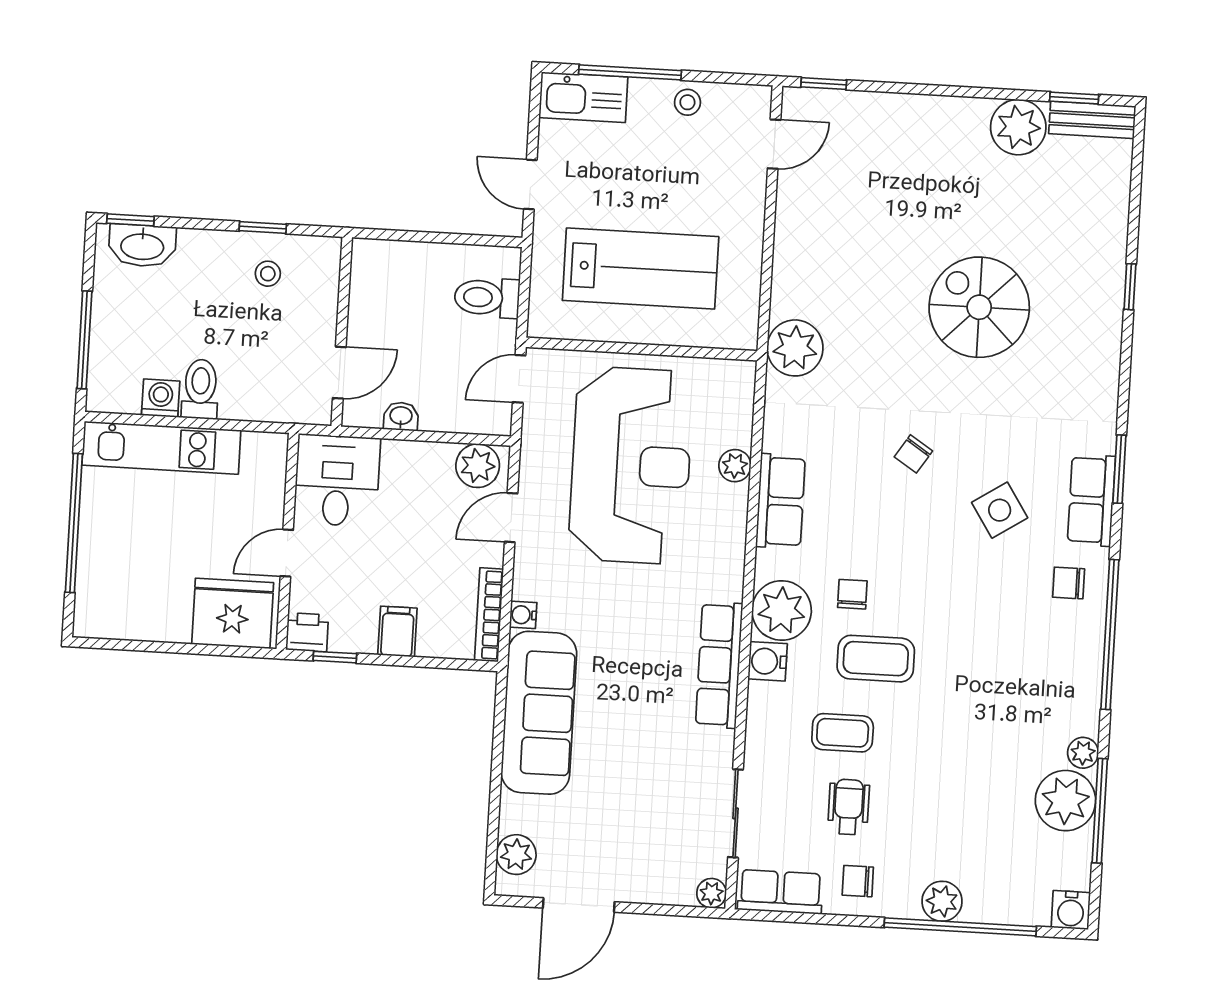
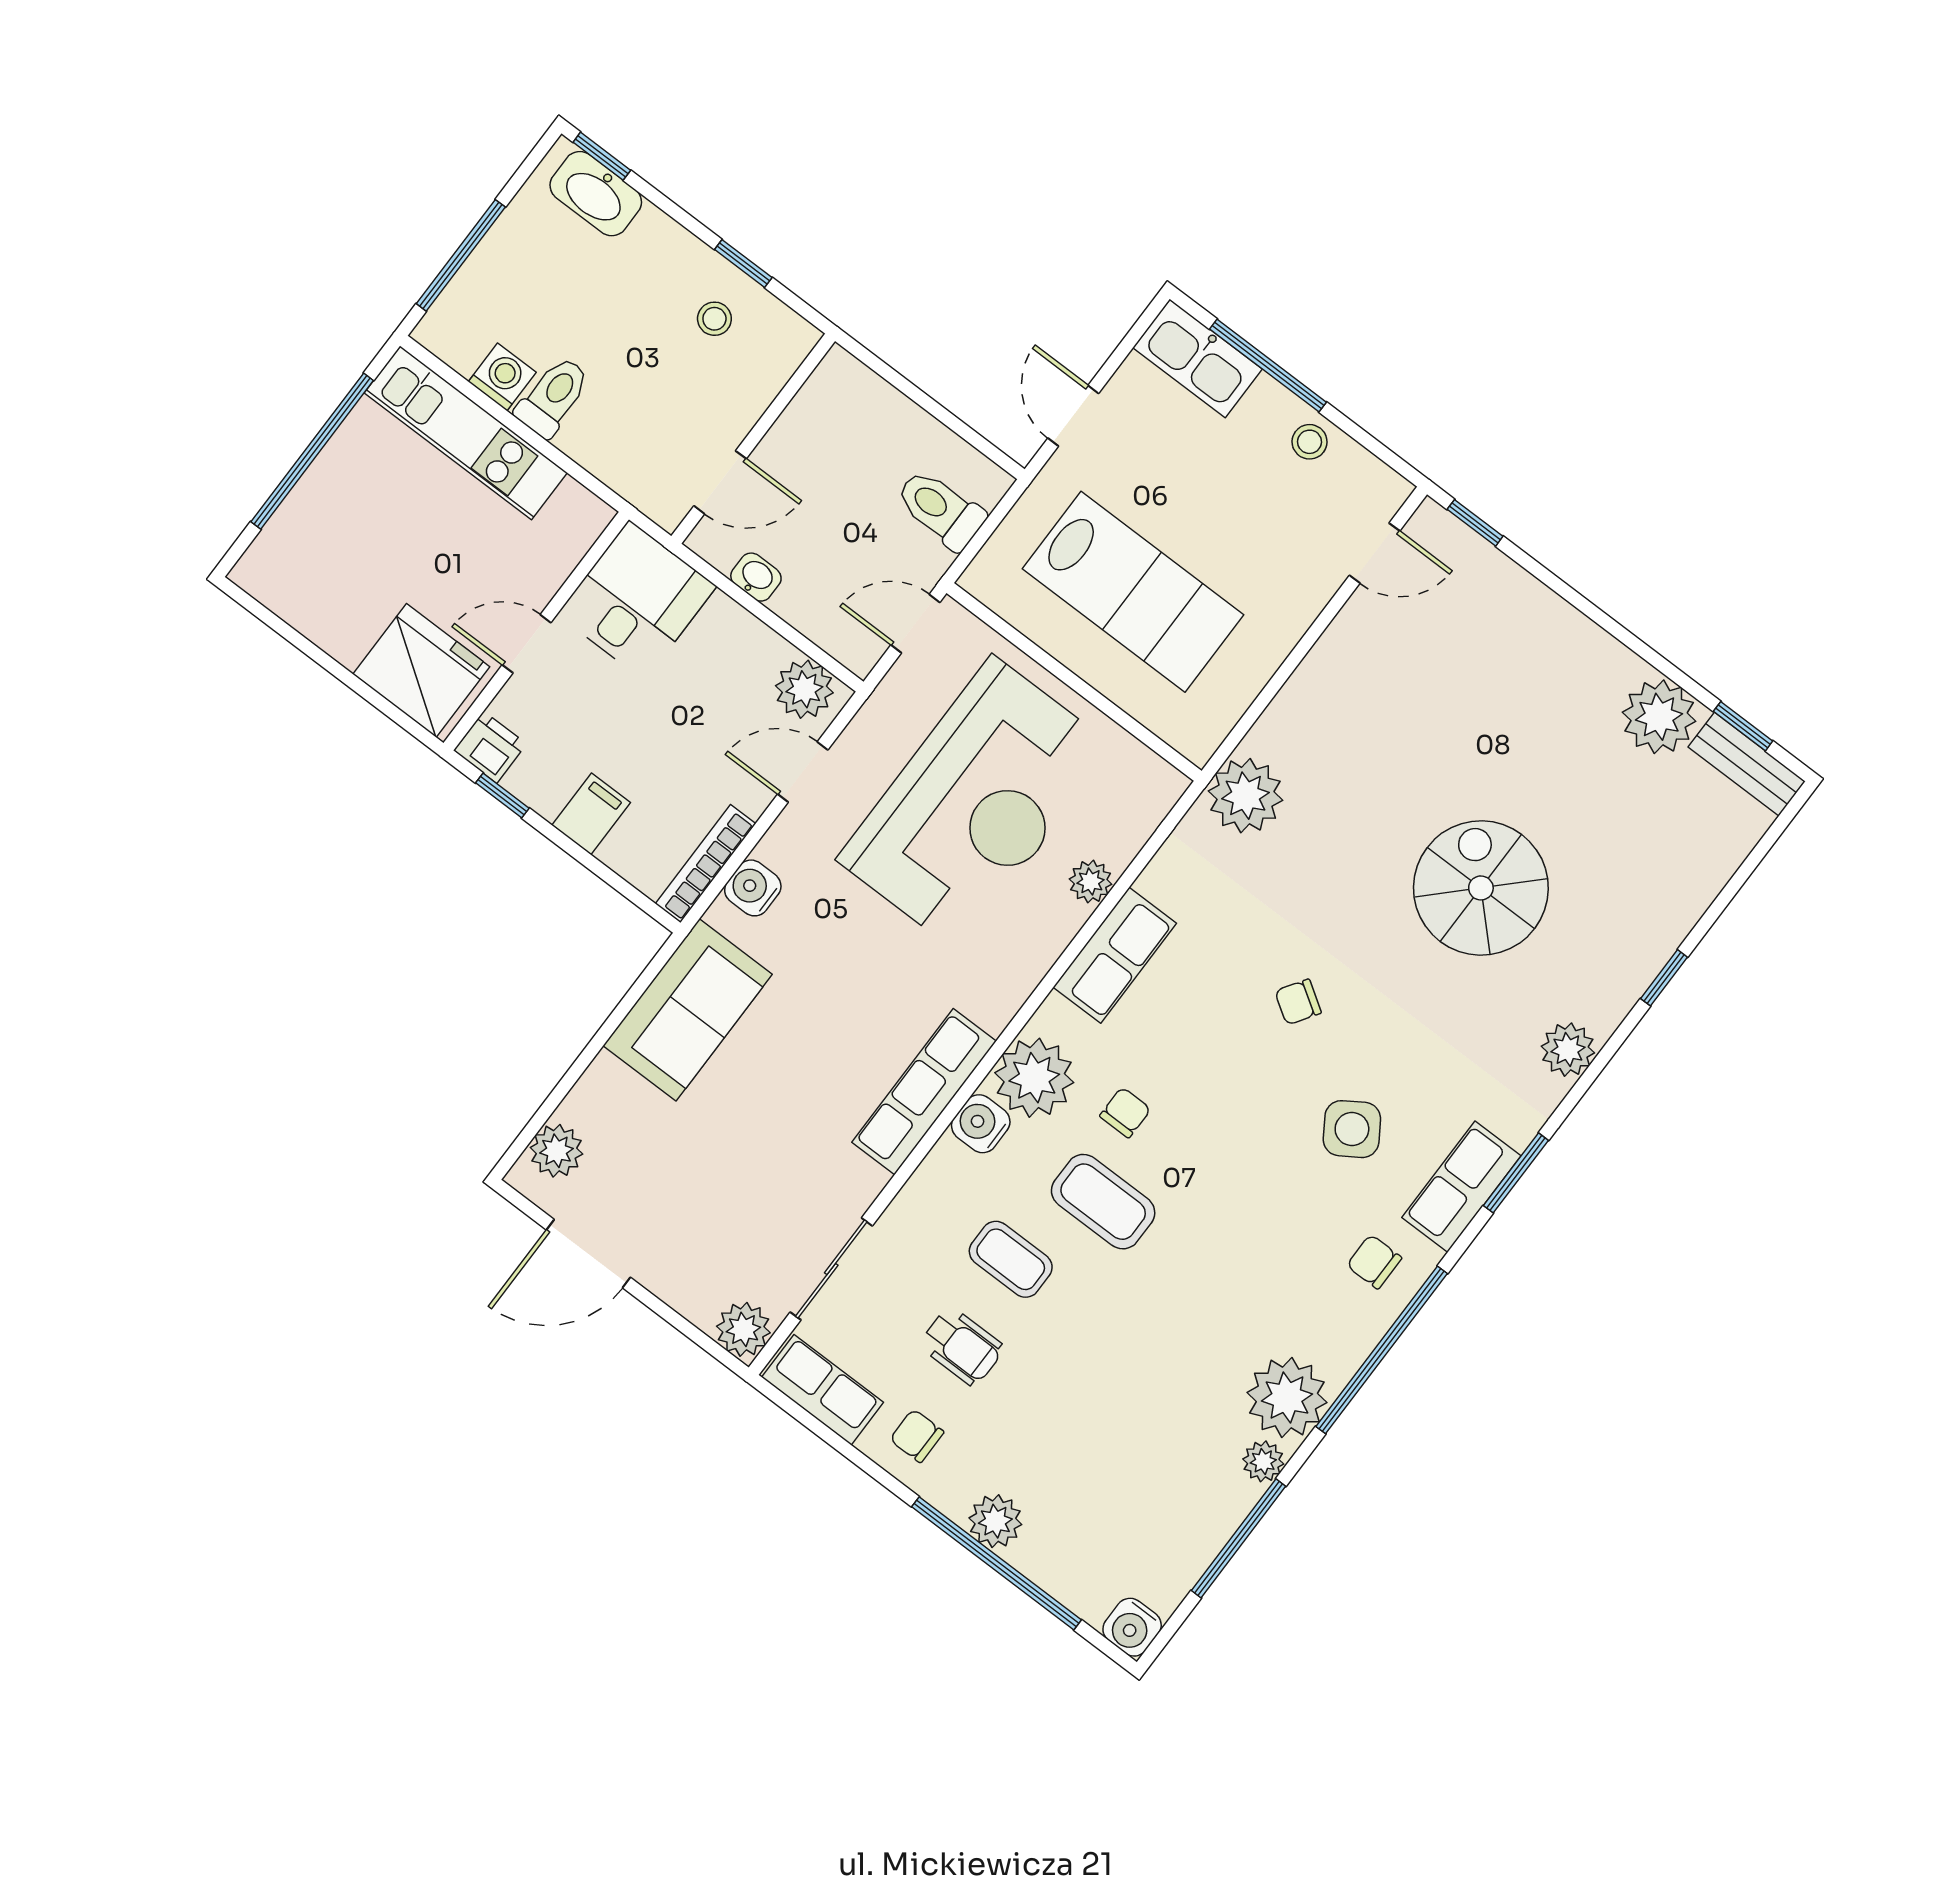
plant: (1100, 371) -> (1568, 1050), added
water cooler: (523, 615) -> (753, 888), width x1.38, depth x1.38
sofa: (539, 713) -> (688, 1010), width x0.73
plant: (1065, 801) -> (1287, 1397), moved
wheelchair: (849, 807) -> (962, 1346), turned 90
plant: (711, 893) -> (743, 1329), width x1.38, depth x1.38

